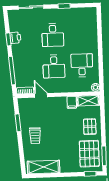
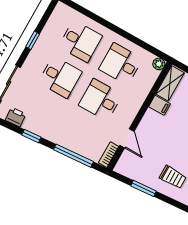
desk: (81, 34) -> (80, 41), added
printer: (15, 38) -> (16, 117), moved
desk: (54, 66) -> (100, 100), turned 180
door: (41, 95) -> (127, 138), swing flipped

